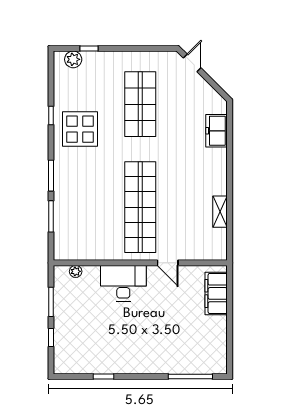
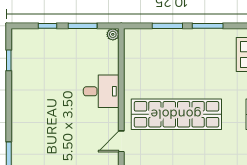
plant: (76, 271) -> (113, 34), moved
desk: (123, 283) -> (101, 91), width x0.73
window: (104, 377) -> (9, 60), moved

